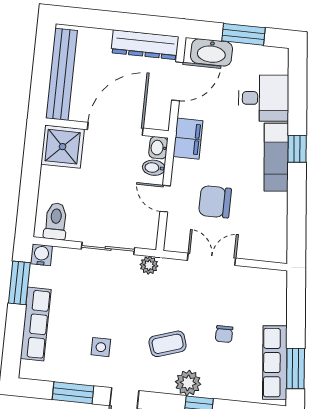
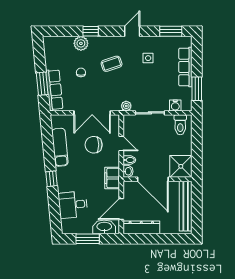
door: (115, 129) -> (153, 179), hinge flipped
exam couch: (276, 157) -> (60, 147), moved
chair: (215, 202) -> (94, 145), turned 180
water cooler: (41, 255) -> (175, 105), moved
double door: (212, 259) -> (92, 113), width x1.37
row of seats: (275, 363) -> (54, 90), moved
window: (296, 369) -> (42, 84), moved
plant: (188, 383) -> (81, 43), moved
window: (73, 393) -> (171, 31), moved

